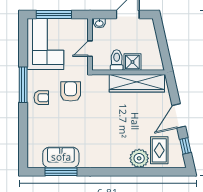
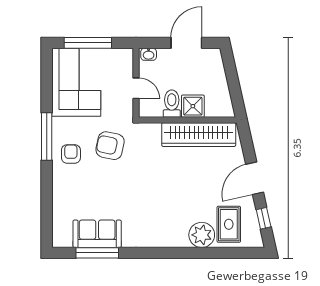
door: (90, 49) -> (136, 88), swing flipped
armchair: (71, 91) -> (110, 146), turned -78
armchair: (41, 98) -> (71, 154), turned -90

